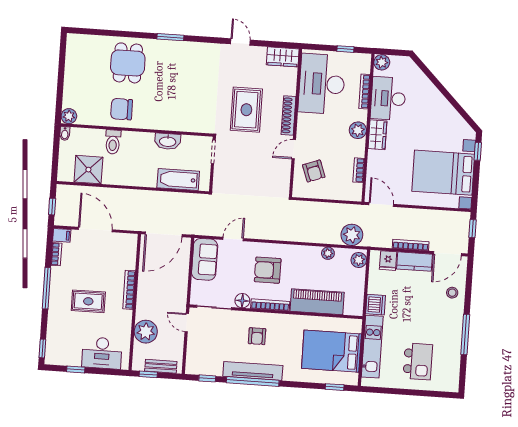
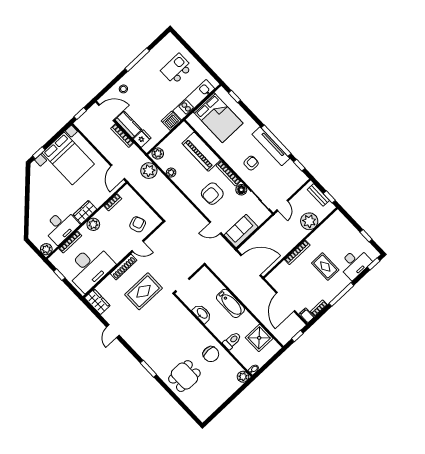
bathtub: (178, 179) -> (230, 303), moved
armchair: (268, 270) -> (212, 194), turned 90
desk: (102, 353) -> (355, 263), moved, turned 90

